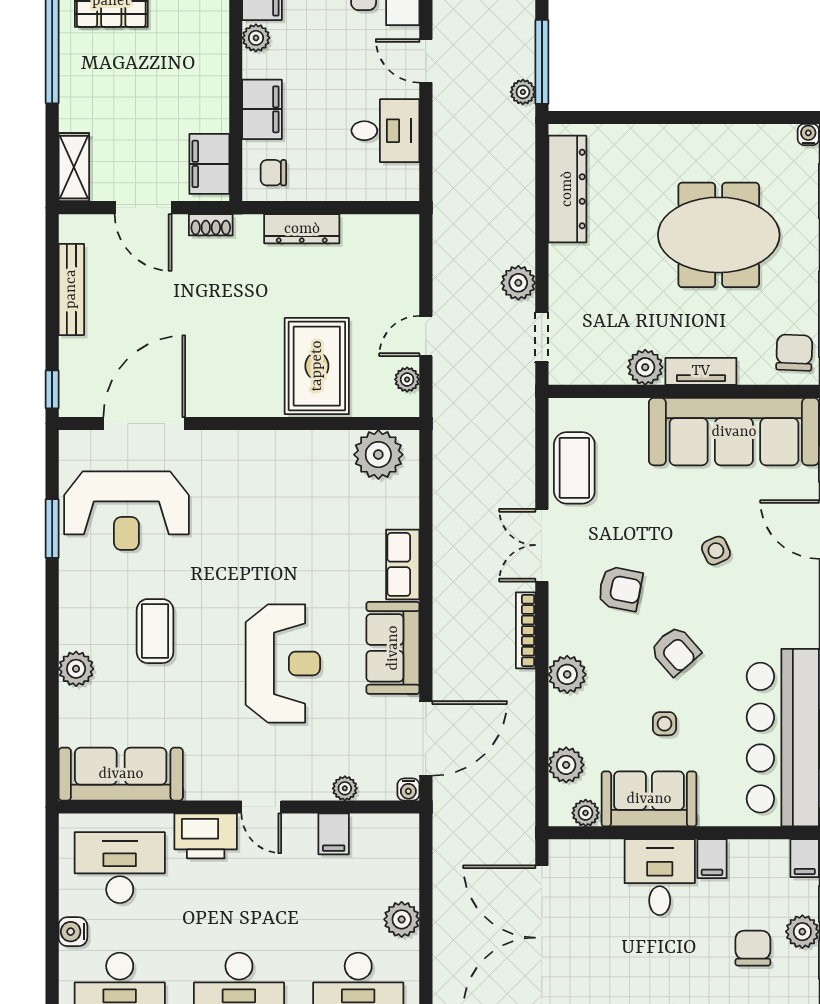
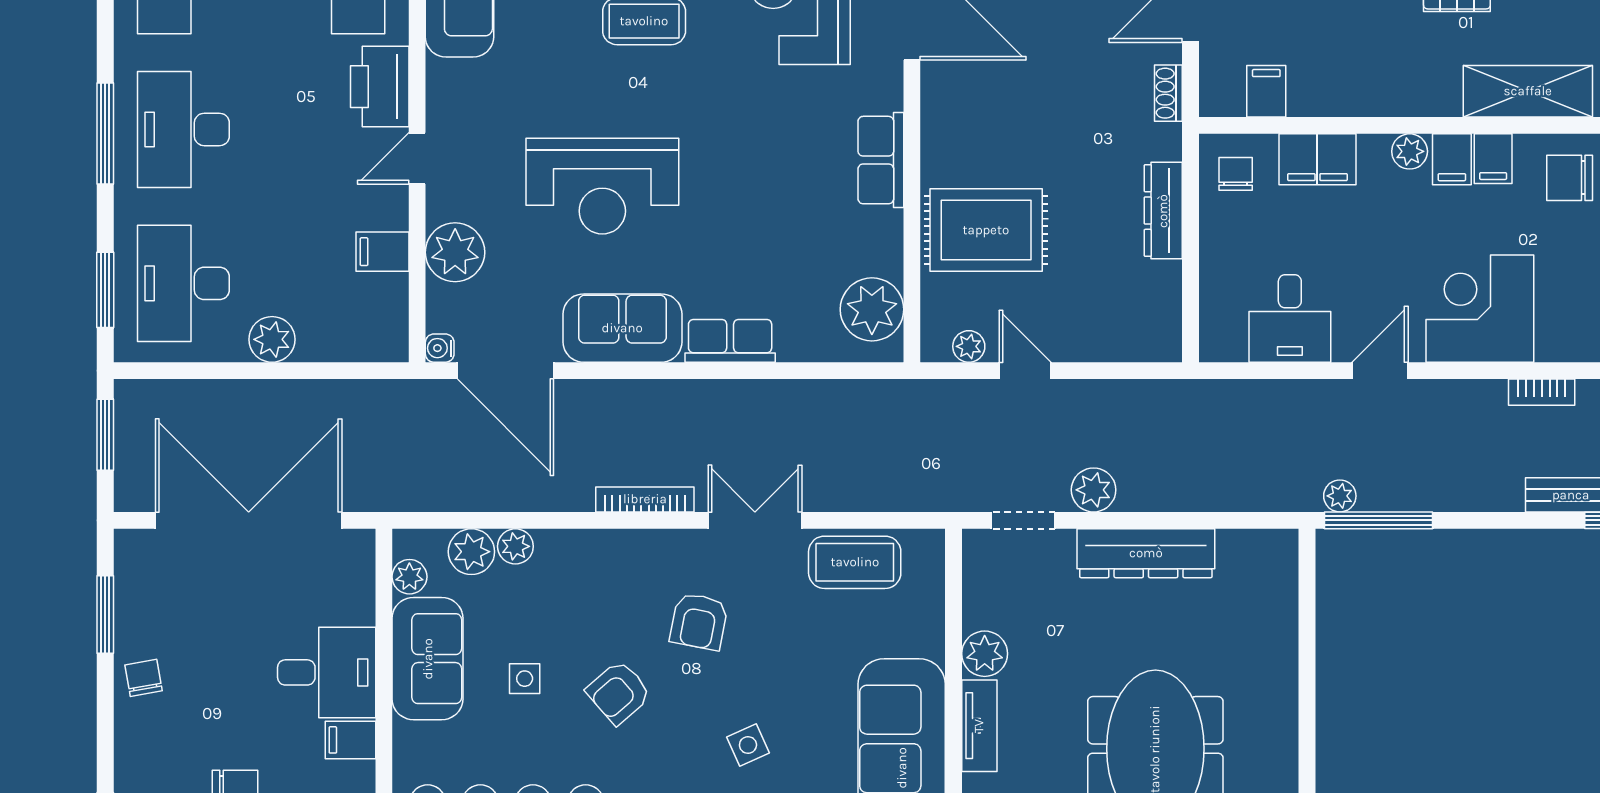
filing cabinet: (209, 164) -> (1266, 91), width x0.50
dresser: (567, 189) -> (1146, 553), moved
row of seats: (263, 448) -> (881, 160), added
plant: (567, 674) -> (515, 546), moved, width x0.73, depth x0.73
plant: (345, 788) -> (455, 252), width x1.88, depth x1.88

